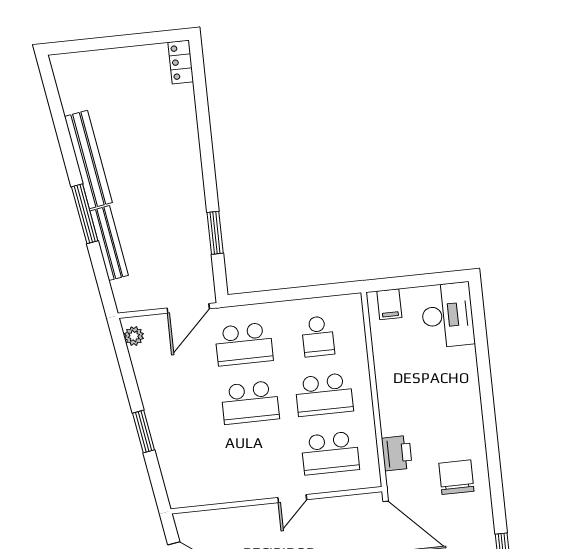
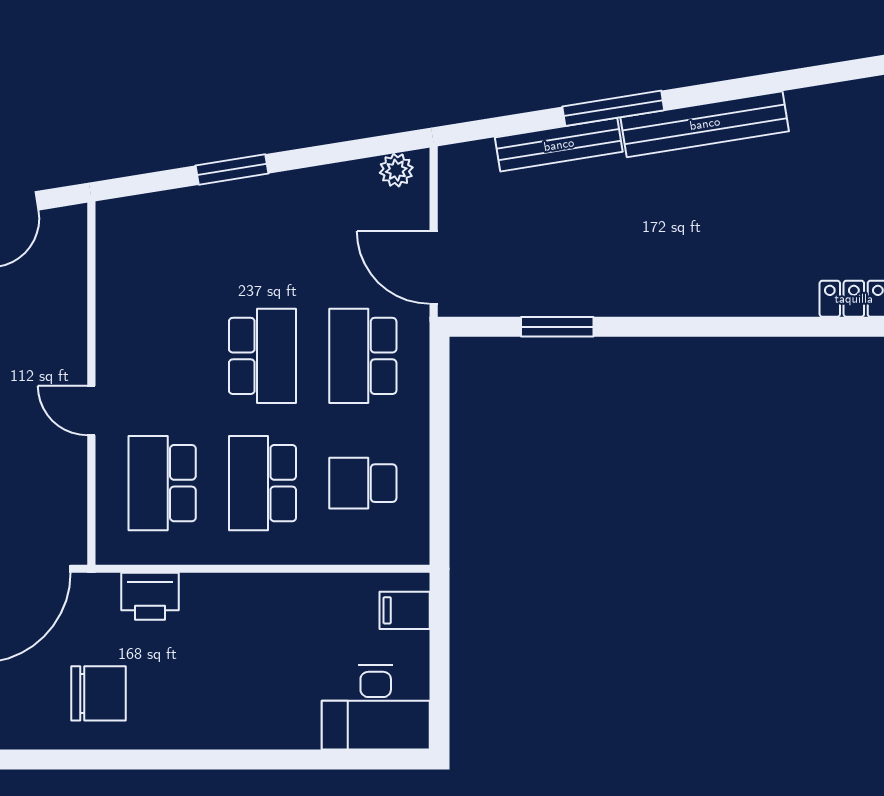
school desk: (250, 402) -> (262, 356), turned 180

